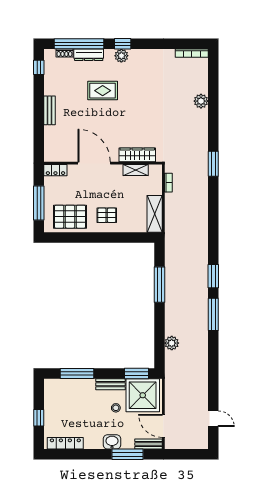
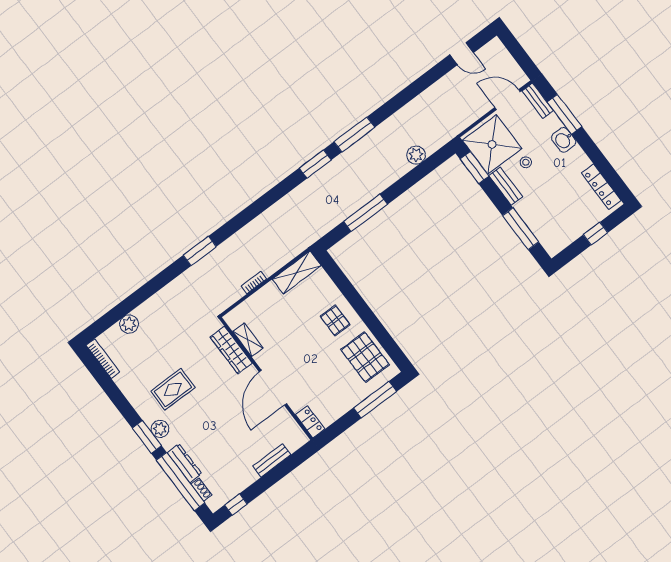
window: (123, 44) -> (147, 437), width x1.50
rug: (103, 91) -> (173, 389), moved, turned 90
plant: (201, 101) -> (129, 324), moved
wardrobe: (137, 155) -> (231, 350), moved
door: (94, 163) -> (273, 388), moved
wall: (103, 163) -> (266, 379), moved
locker: (55, 170) -> (310, 422), moved
shelving: (136, 170) -> (248, 340), moved
door: (213, 419) -> (462, 54), swing flipped
door: (163, 426) -> (508, 100), swing flipped

